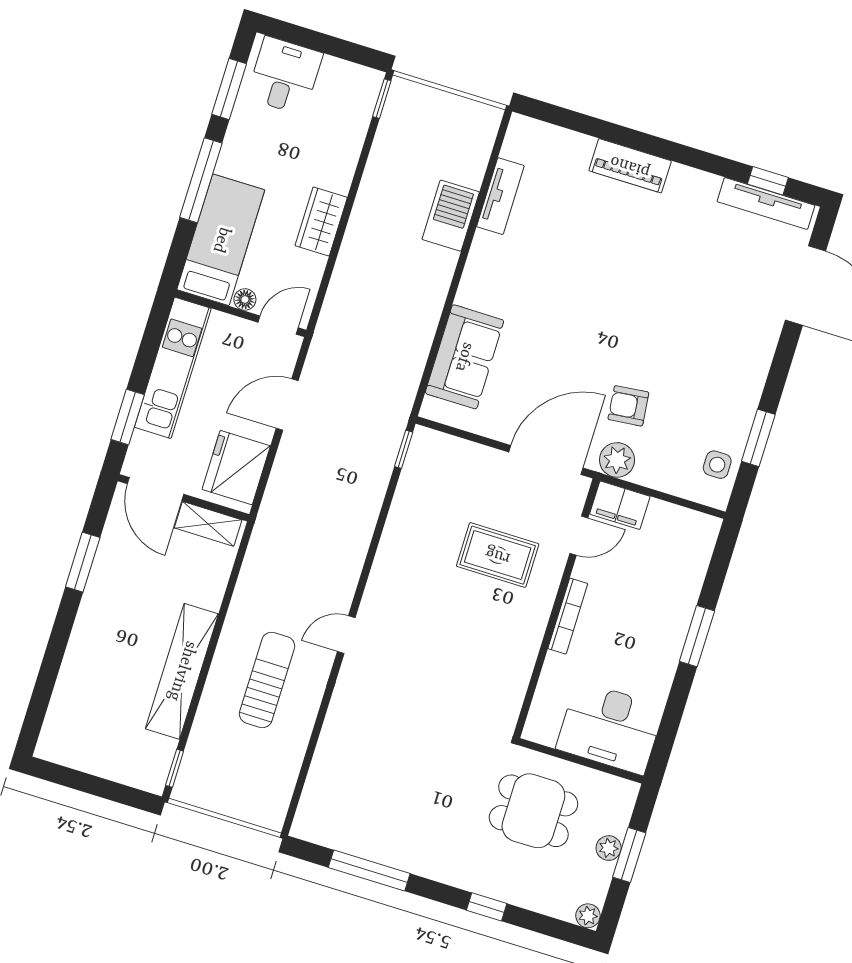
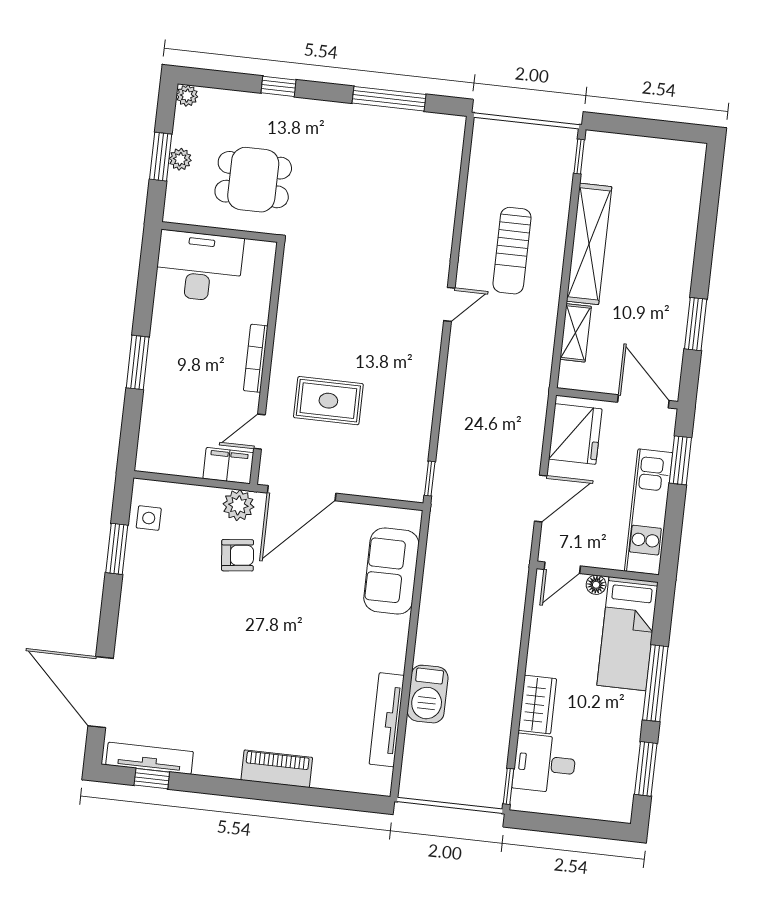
desk: (285, 76) -> (545, 764), moved, turned 90
tv unit: (500, 196) -> (387, 720), width x1.41
wardrobe: (321, 221) -> (537, 705), moved
shelving: (208, 524) -> (575, 333), moved, turned 90

